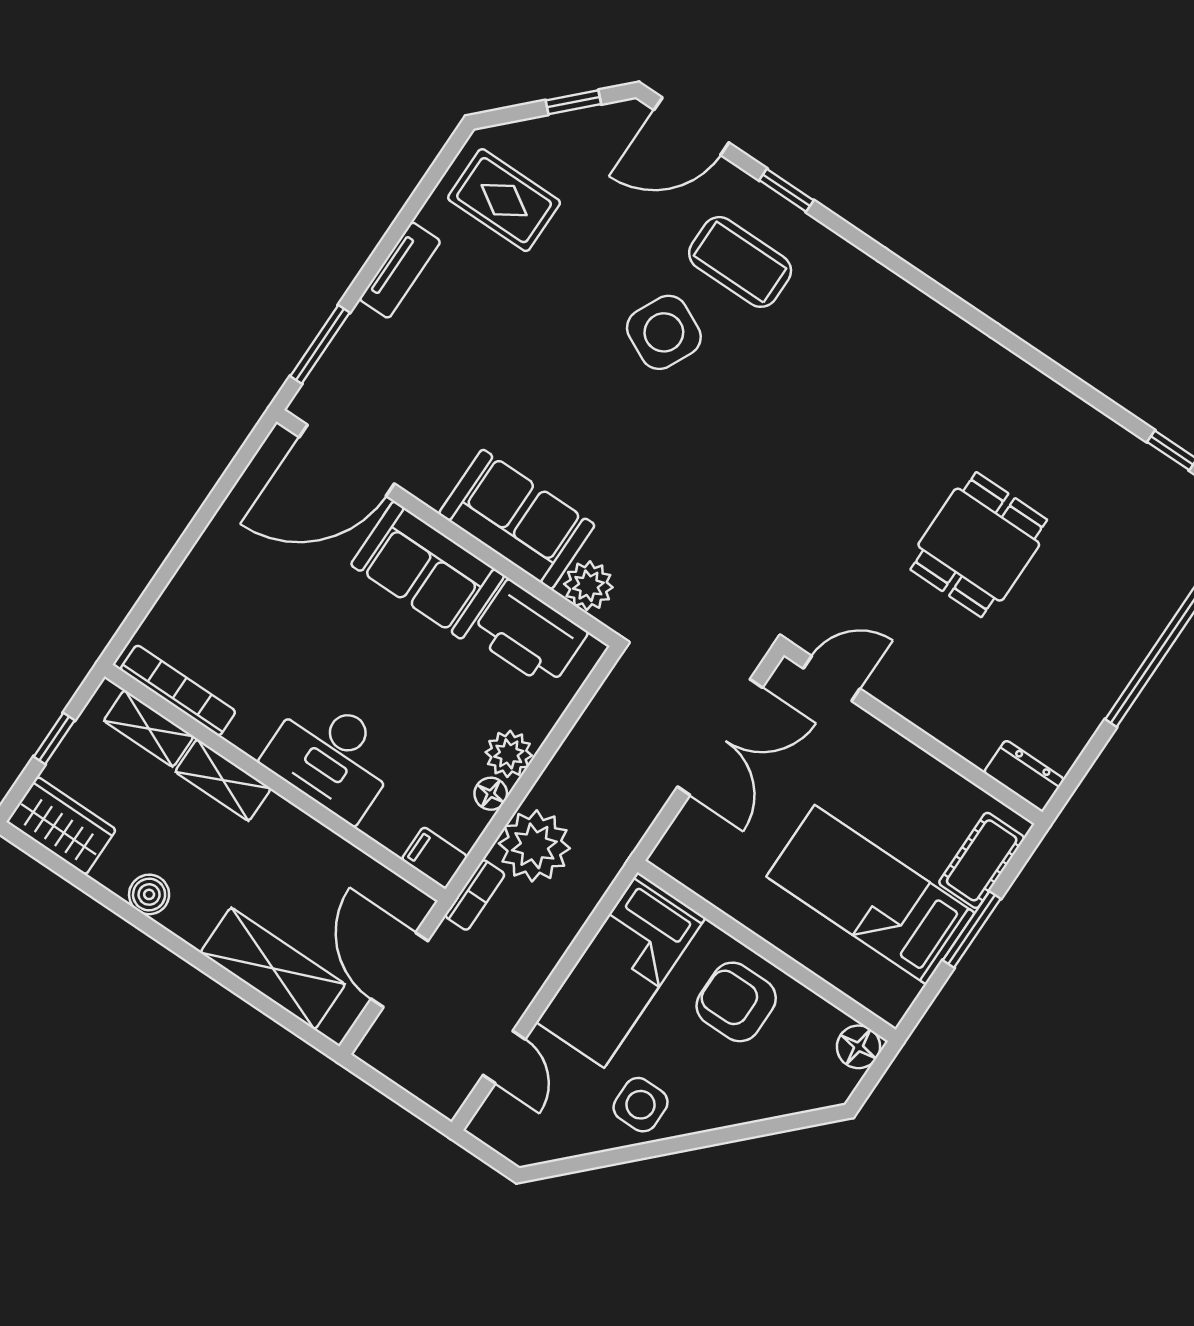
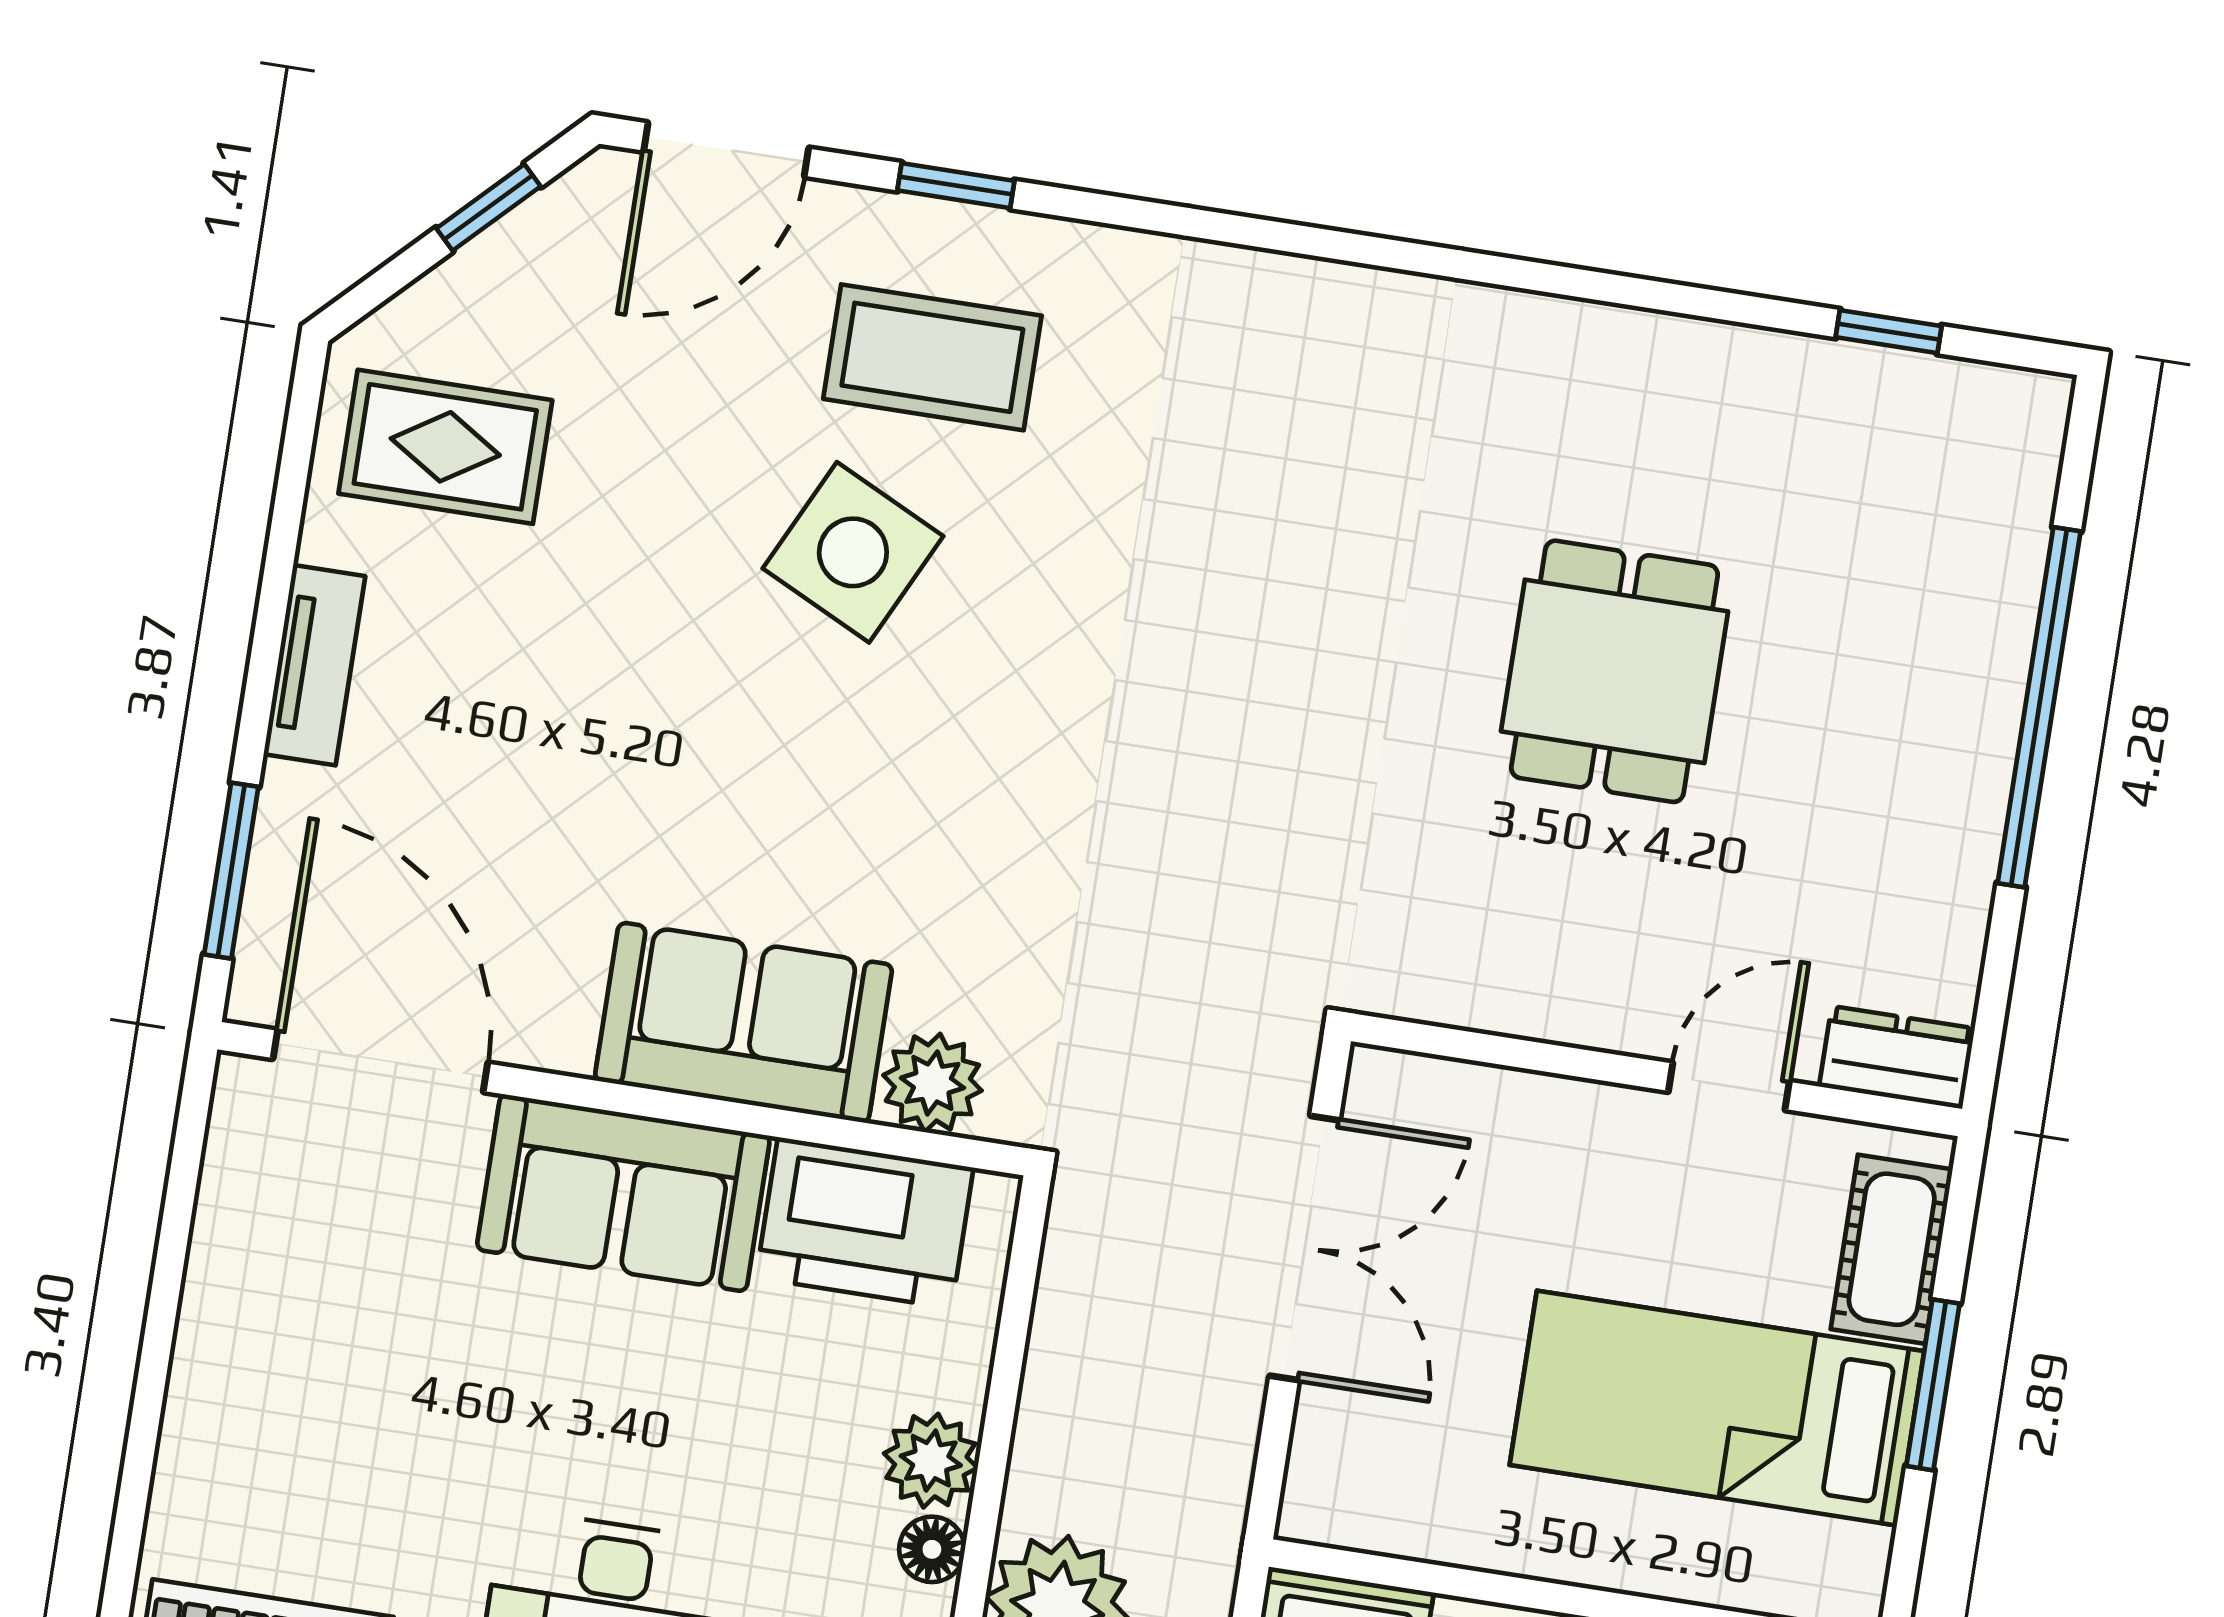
door: (347, 460) -> (380, 1061), swing flipped
door: (832, 679) -> (1729, 1086), moved

